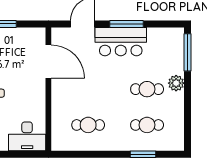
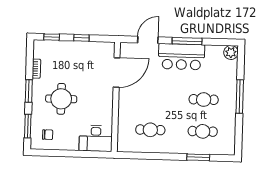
window: (188, 52) -> (240, 97), moved
door: (48, 62) -> (117, 72), hinge flipped
plant: (176, 83) -> (231, 52), moved

